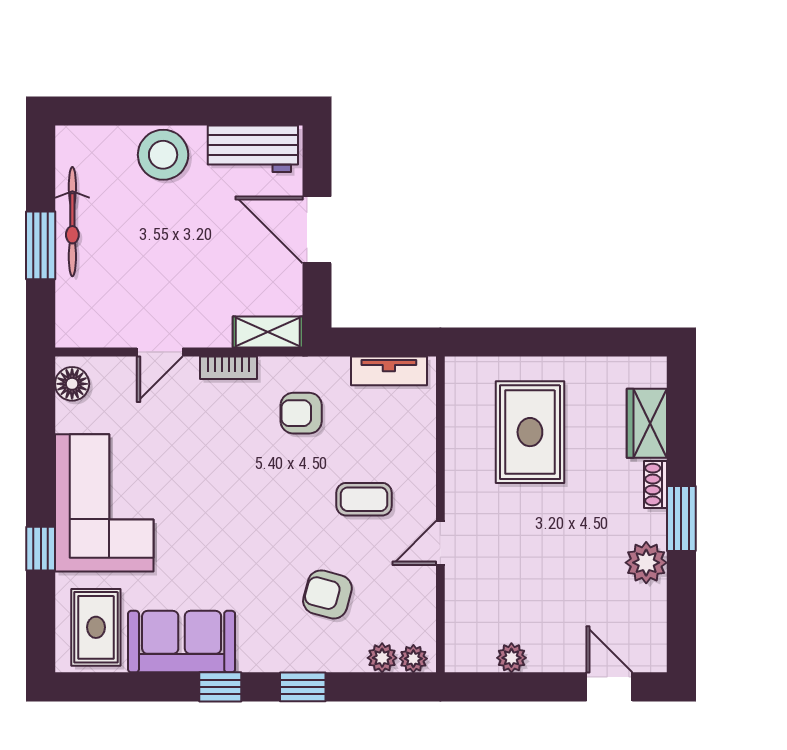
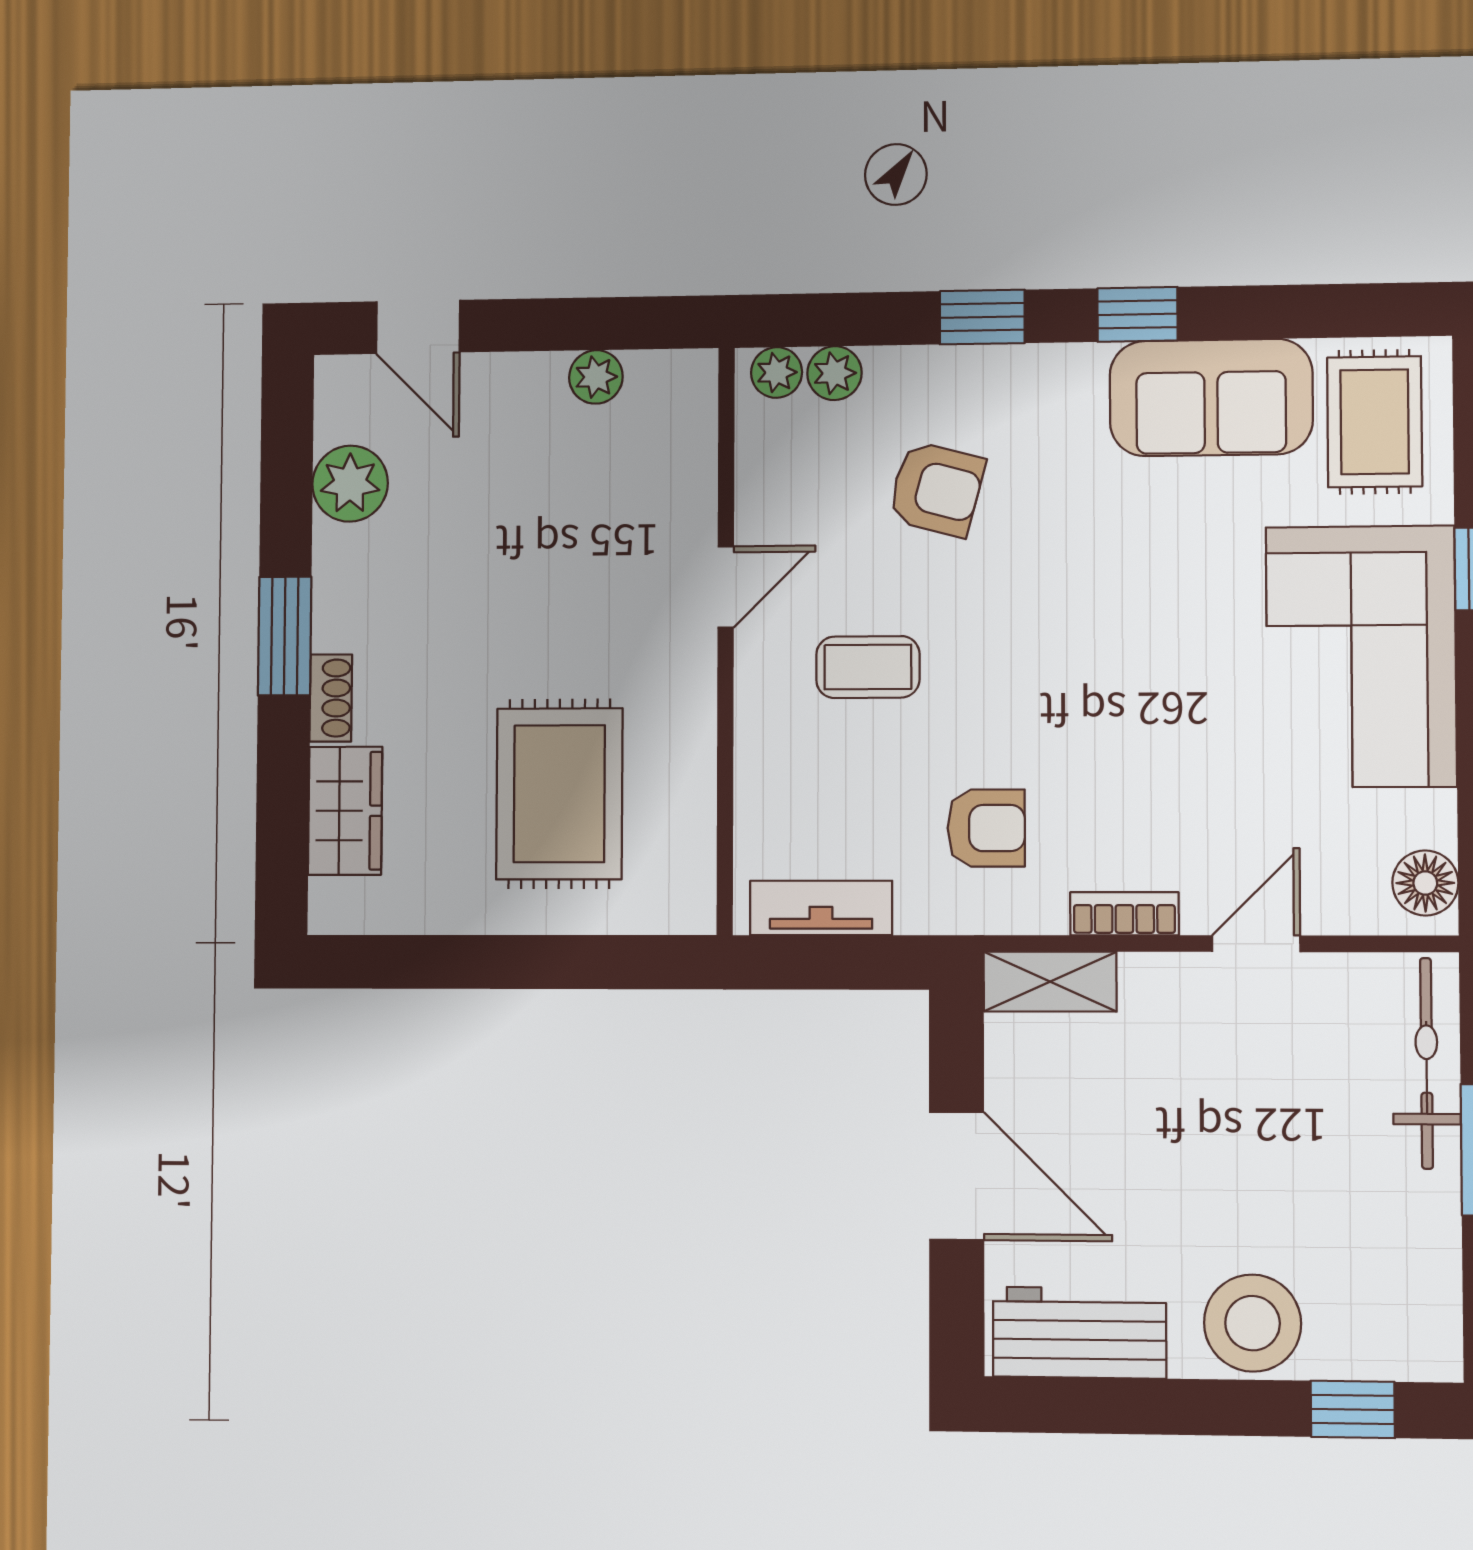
window: (112, 111) -> (1353, 1409), added
bicycle: (72, 222) -> (1427, 1063), moved
plant: (646, 563) -> (350, 484), moved

